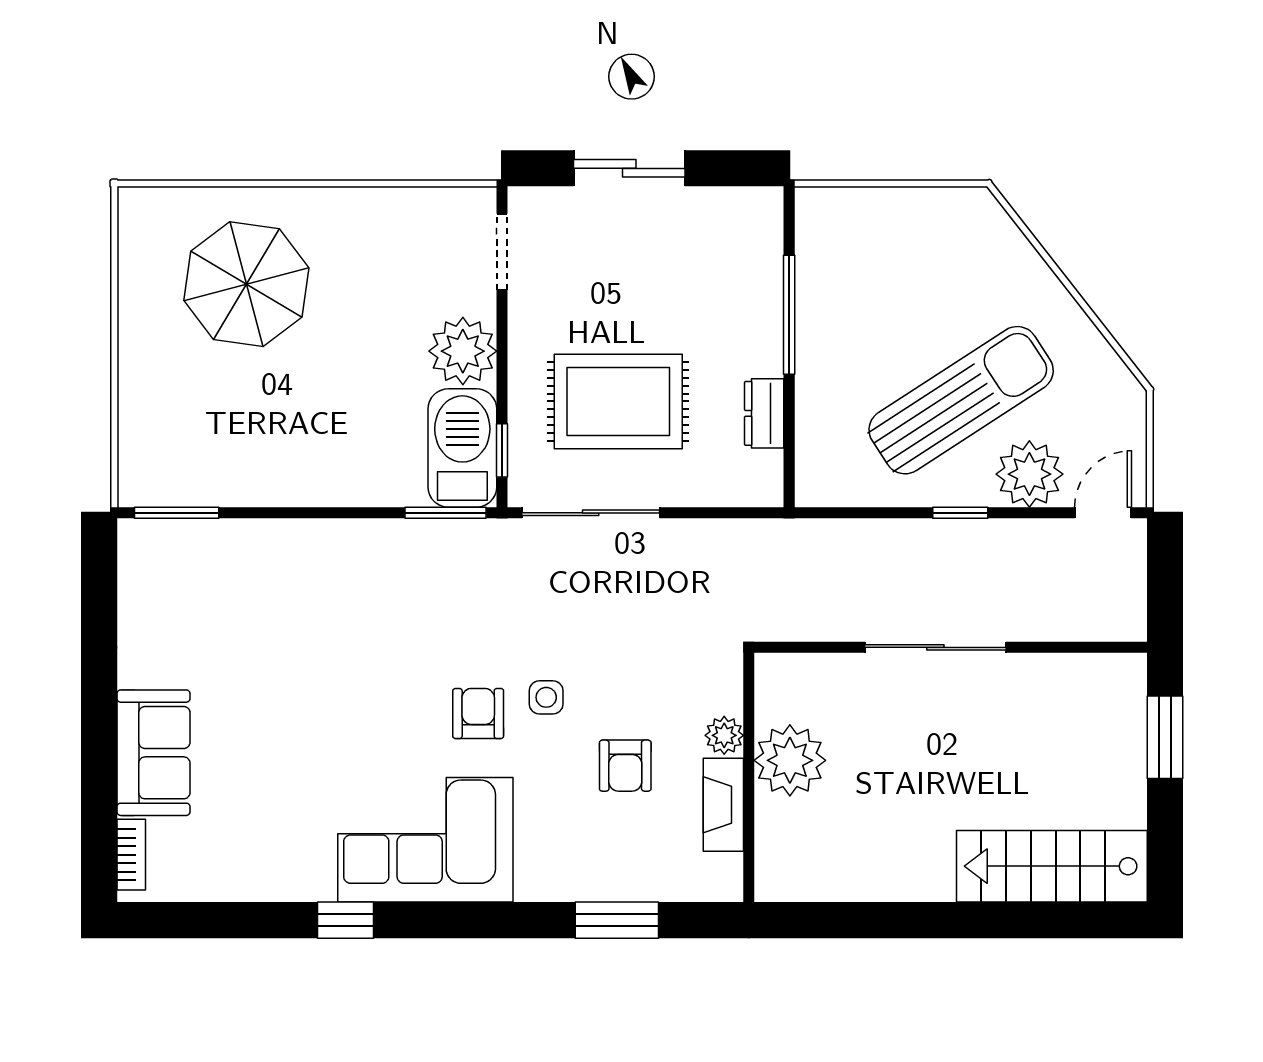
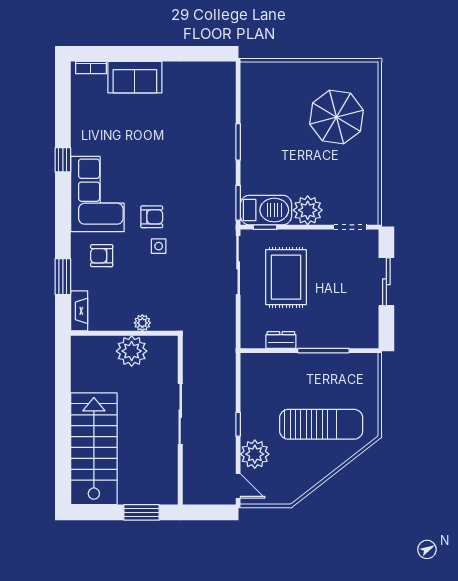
sun lounger: (961, 400) -> (321, 424), moved, turned -57
window: (177, 513) -> (238, 142), moved
armchair: (625, 766) -> (102, 256), moved
fireplace: (723, 805) -> (79, 311), moved, turned 90
stairs: (1052, 866) -> (94, 449), width x1.36, depth x1.51

